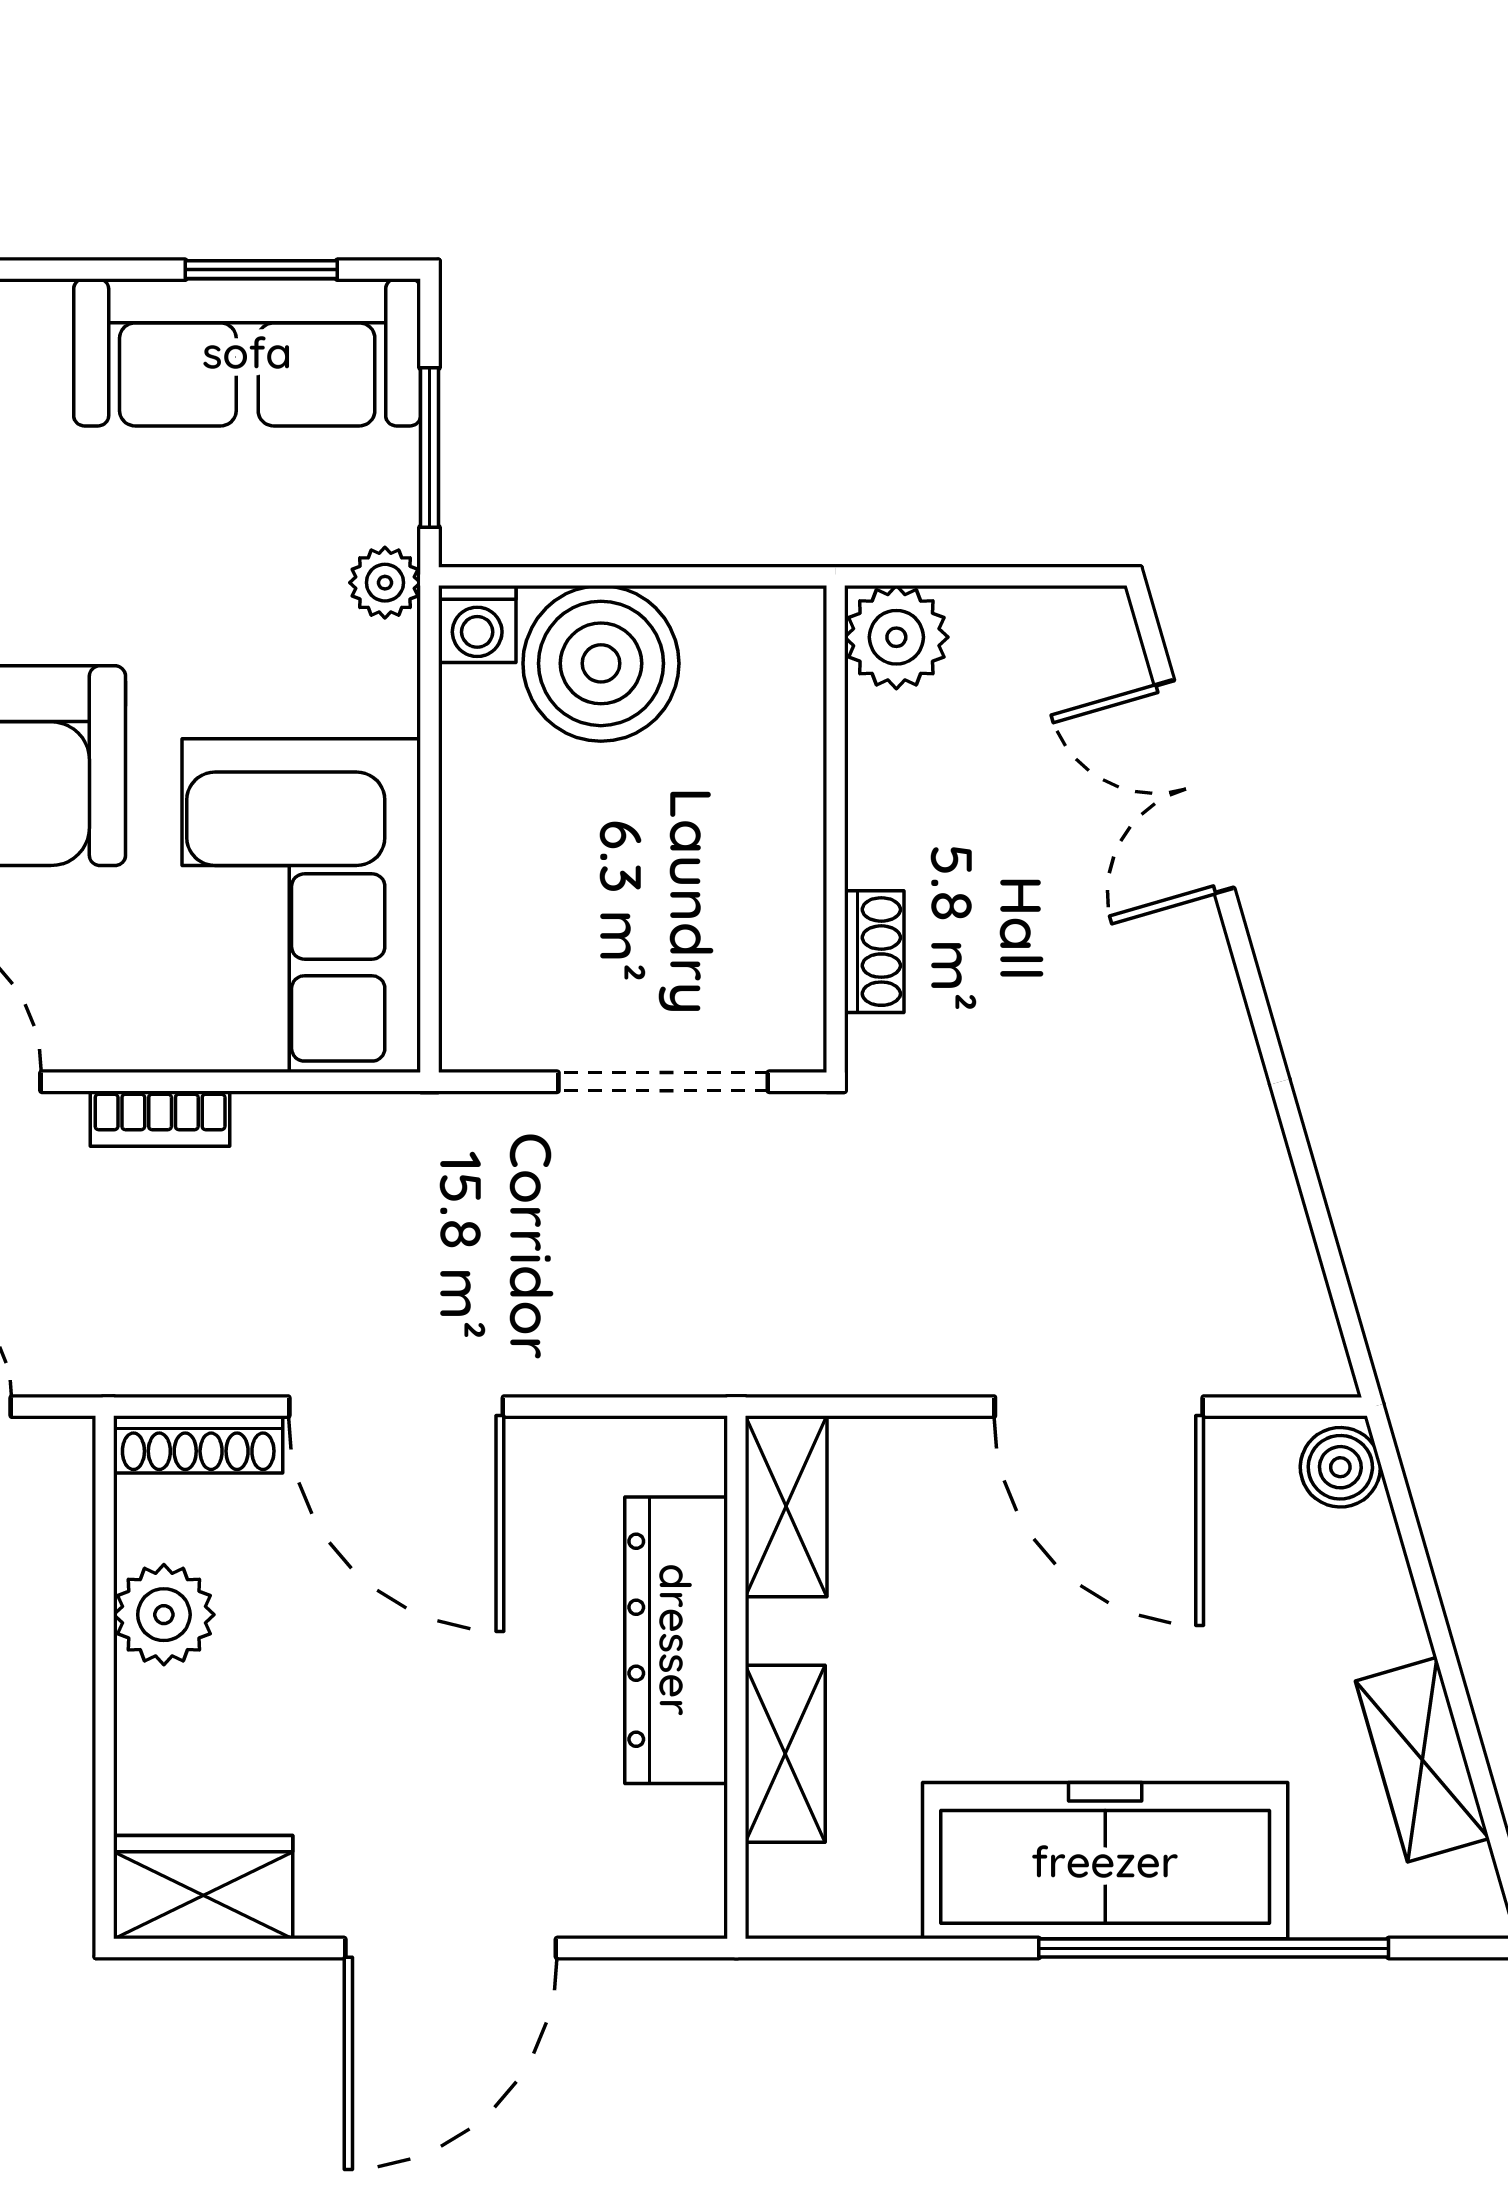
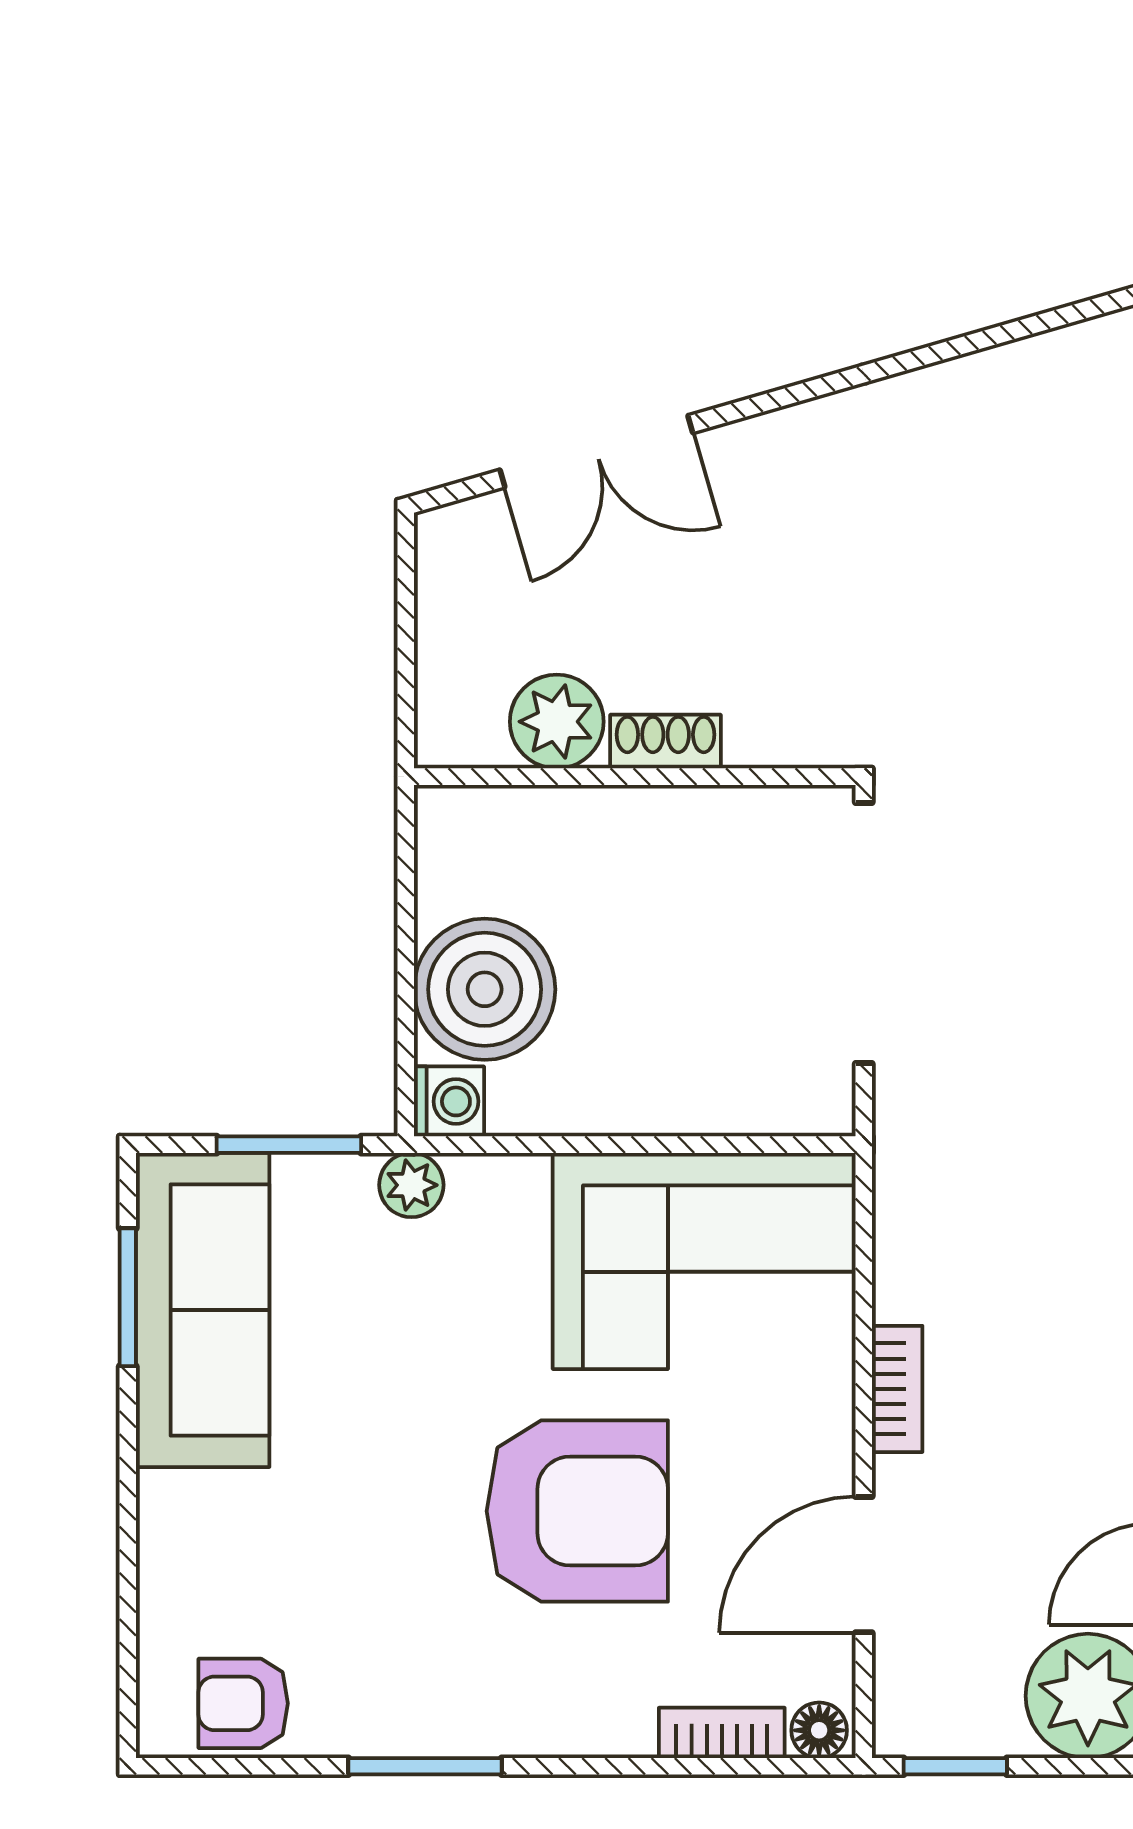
plant: (896, 637) -> (557, 722), moved
shoe rack: (874, 952) -> (666, 742), moved
doorway: (663, 1082) -> (864, 933), width x1.36

